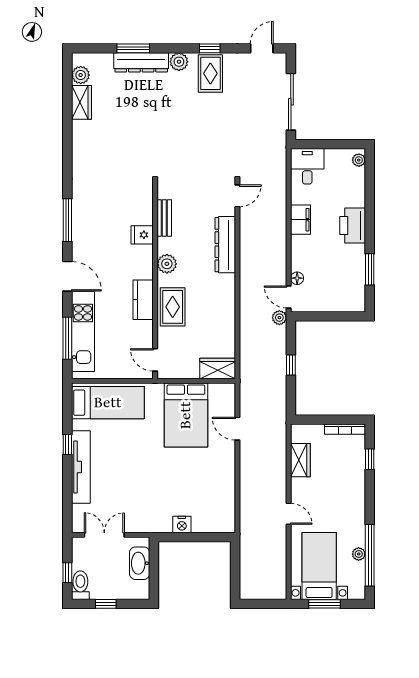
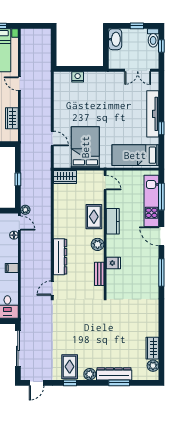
filing cabinet: (301, 220) -> (12, 268), width x0.50
nightstand: (182, 525) -> (78, 77), moved
washbasin: (140, 563) -> (115, 39), moved

